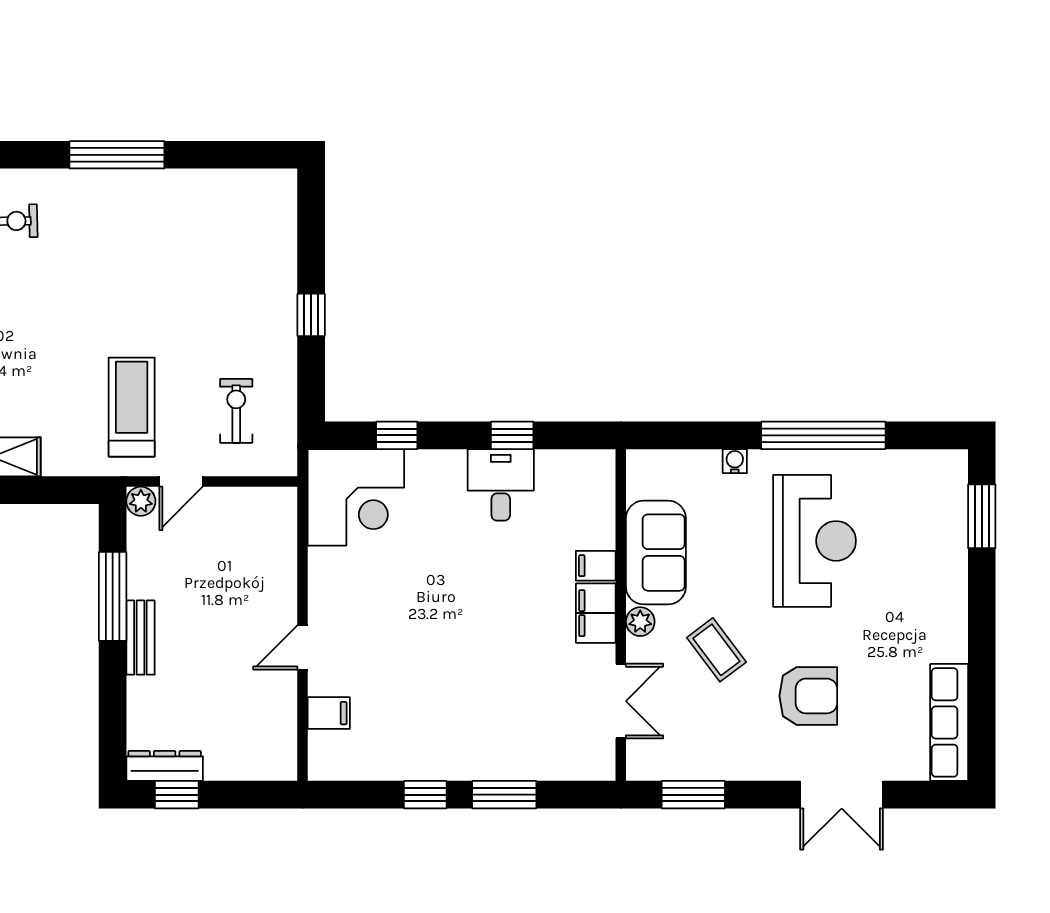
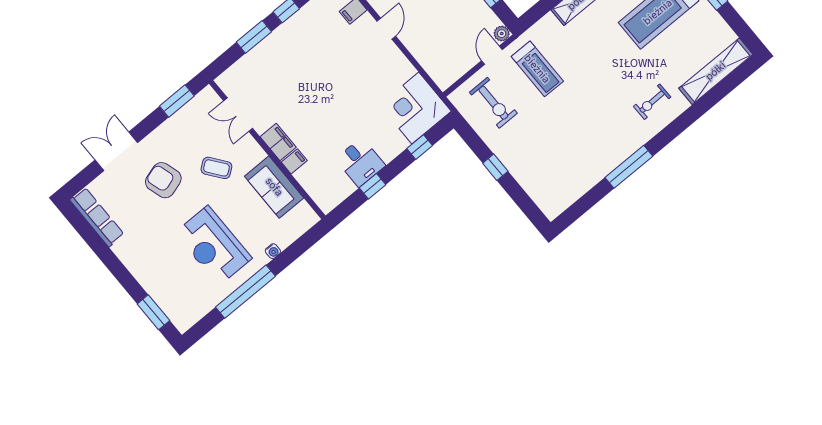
exercise bike: (236, 411) -> (493, 103), width x1.38, depth x1.39
plant: (640, 622) -> (257, 154), removed
armchair: (808, 696) -> (163, 180), turned 73

